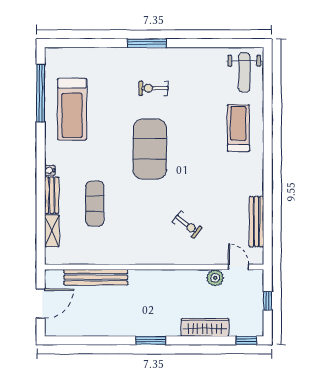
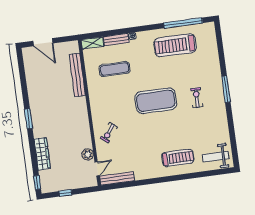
wall: (154, 267) -> (89, 113), moved
door: (238, 267) -> (97, 169), moved
bench: (96, 277) -> (77, 75), moved
plant: (215, 278) -> (88, 154), moved

